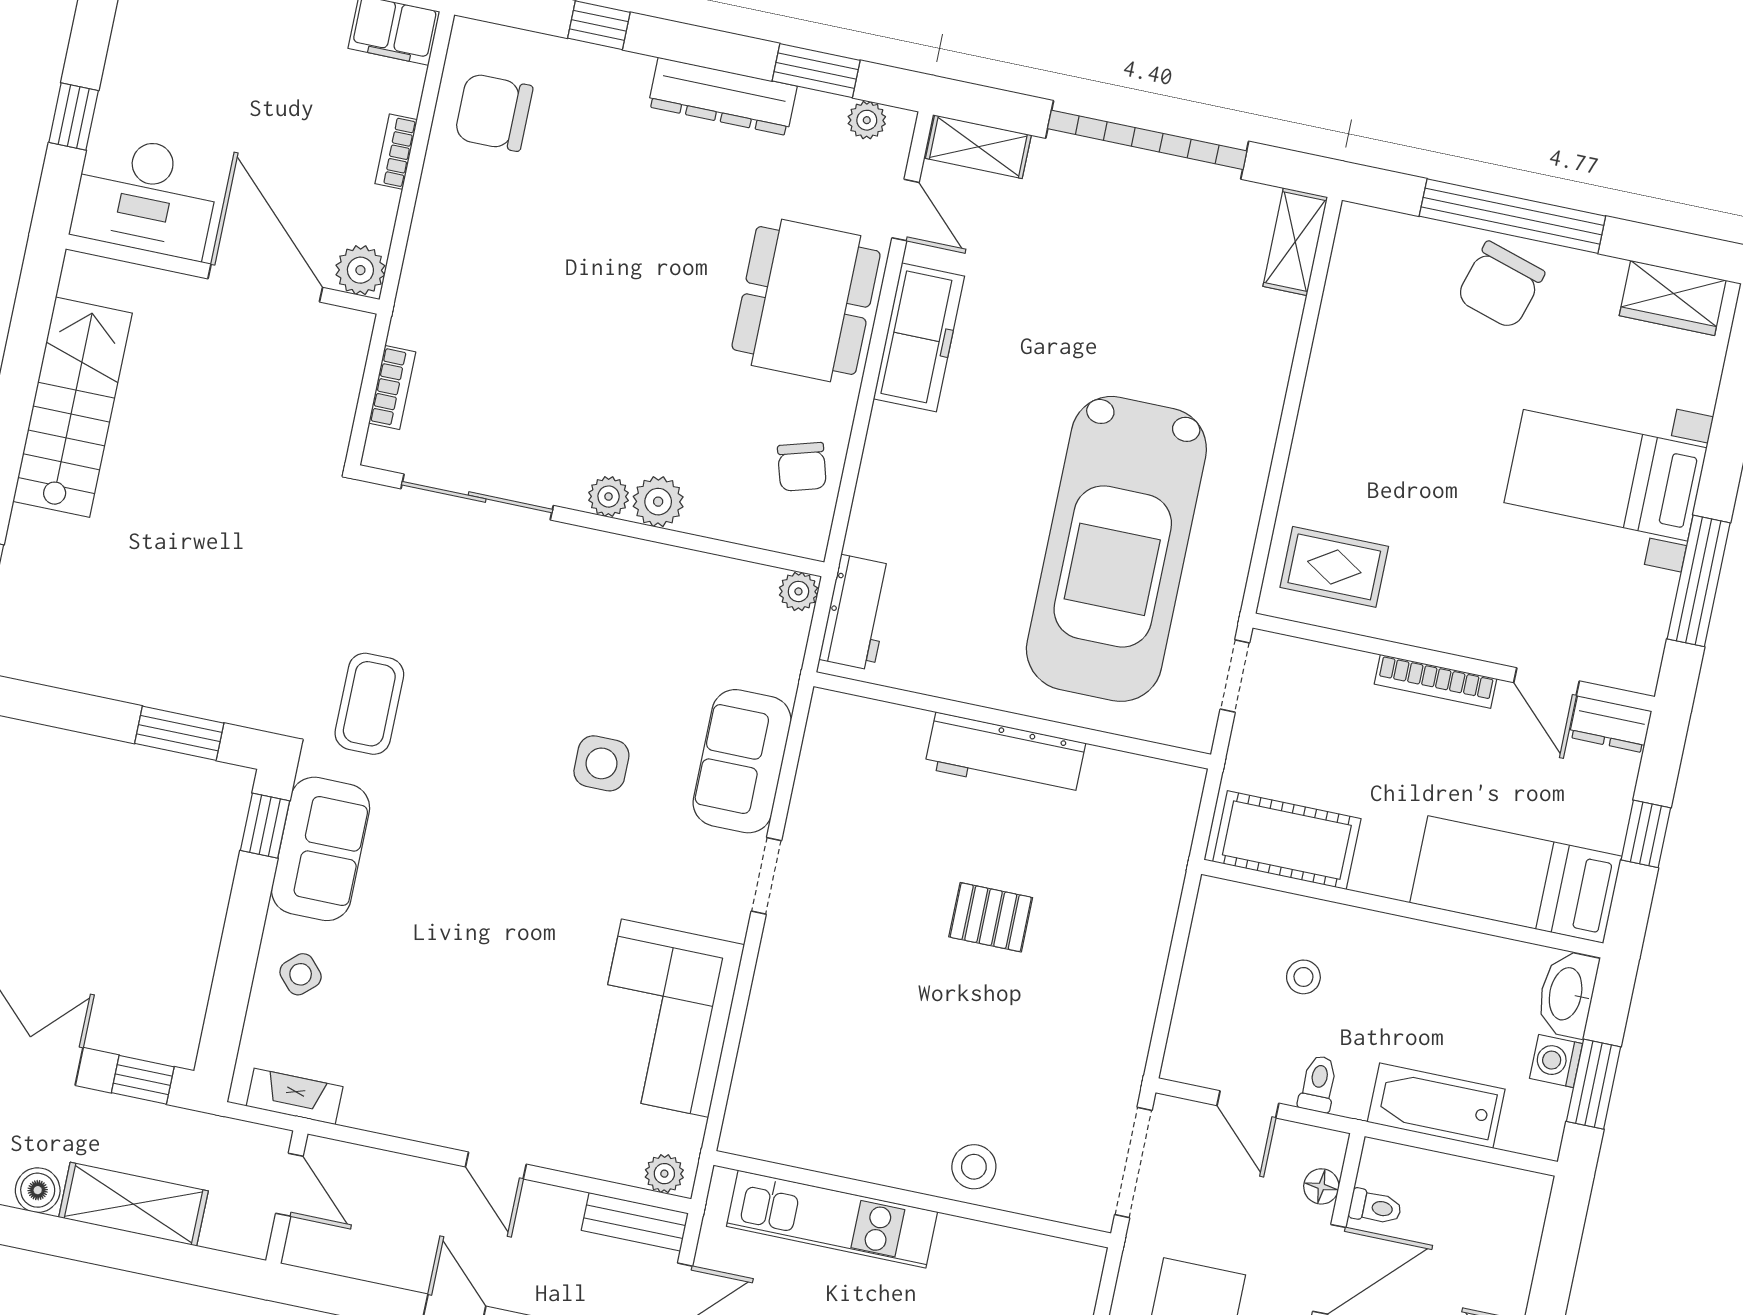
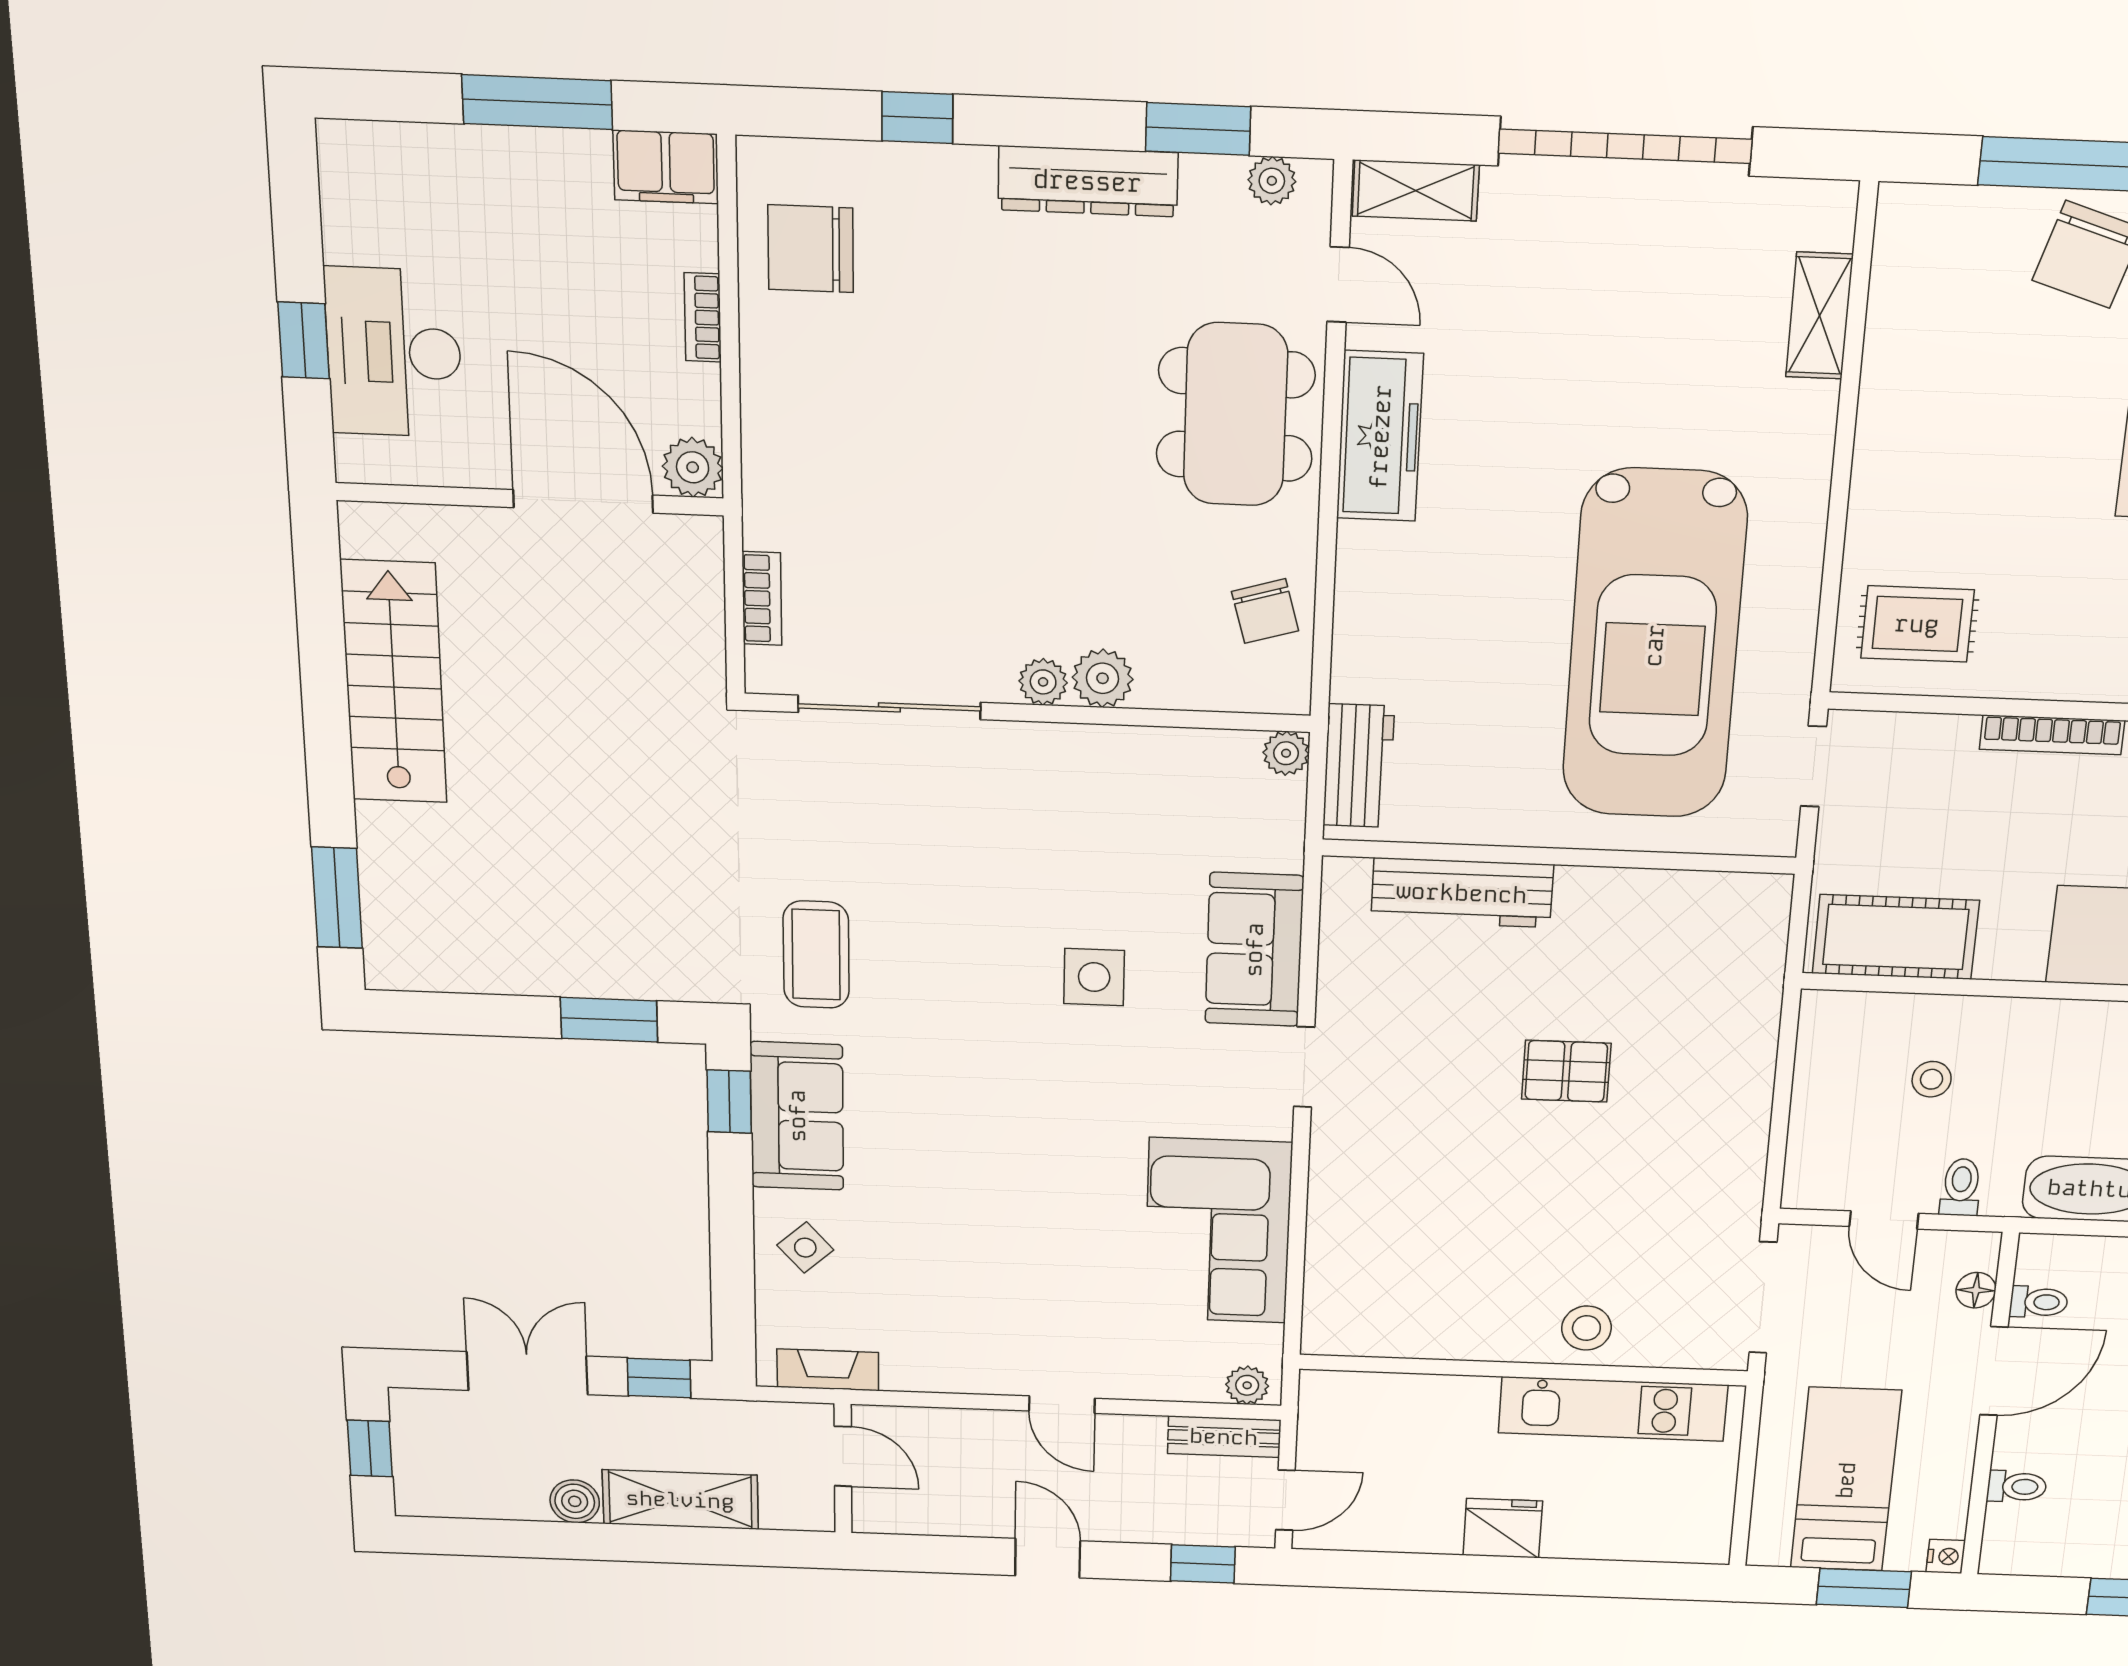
desk: (146, 196) -> (394, 352), moved, turned 90
shelving: (1295, 242) -> (1819, 316), moved
workbench: (1005, 756) -> (1462, 893), moved
kitchen unit: (832, 1219) -> (1613, 1409), moved

